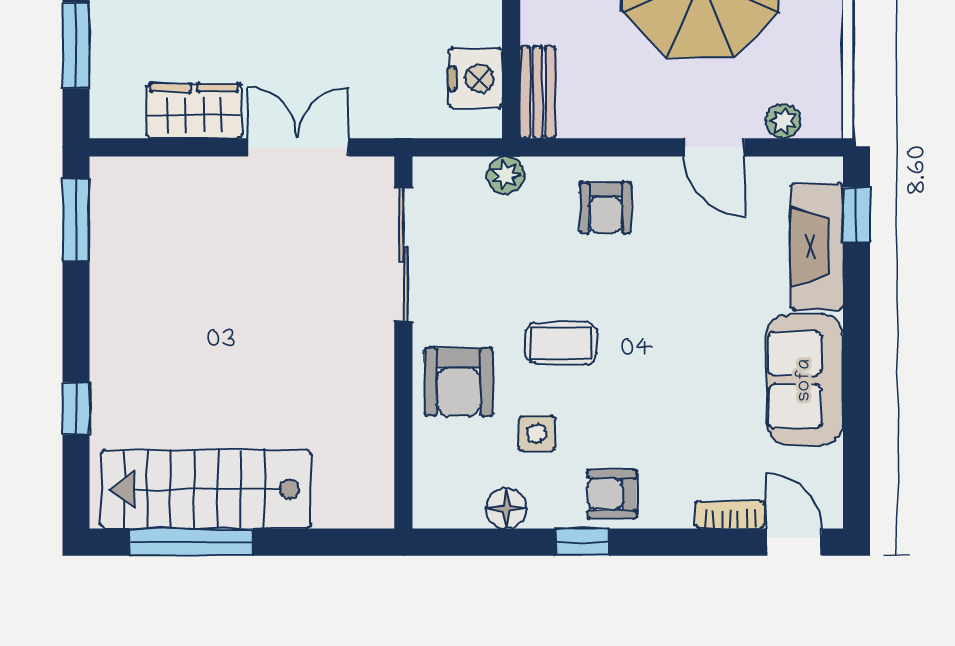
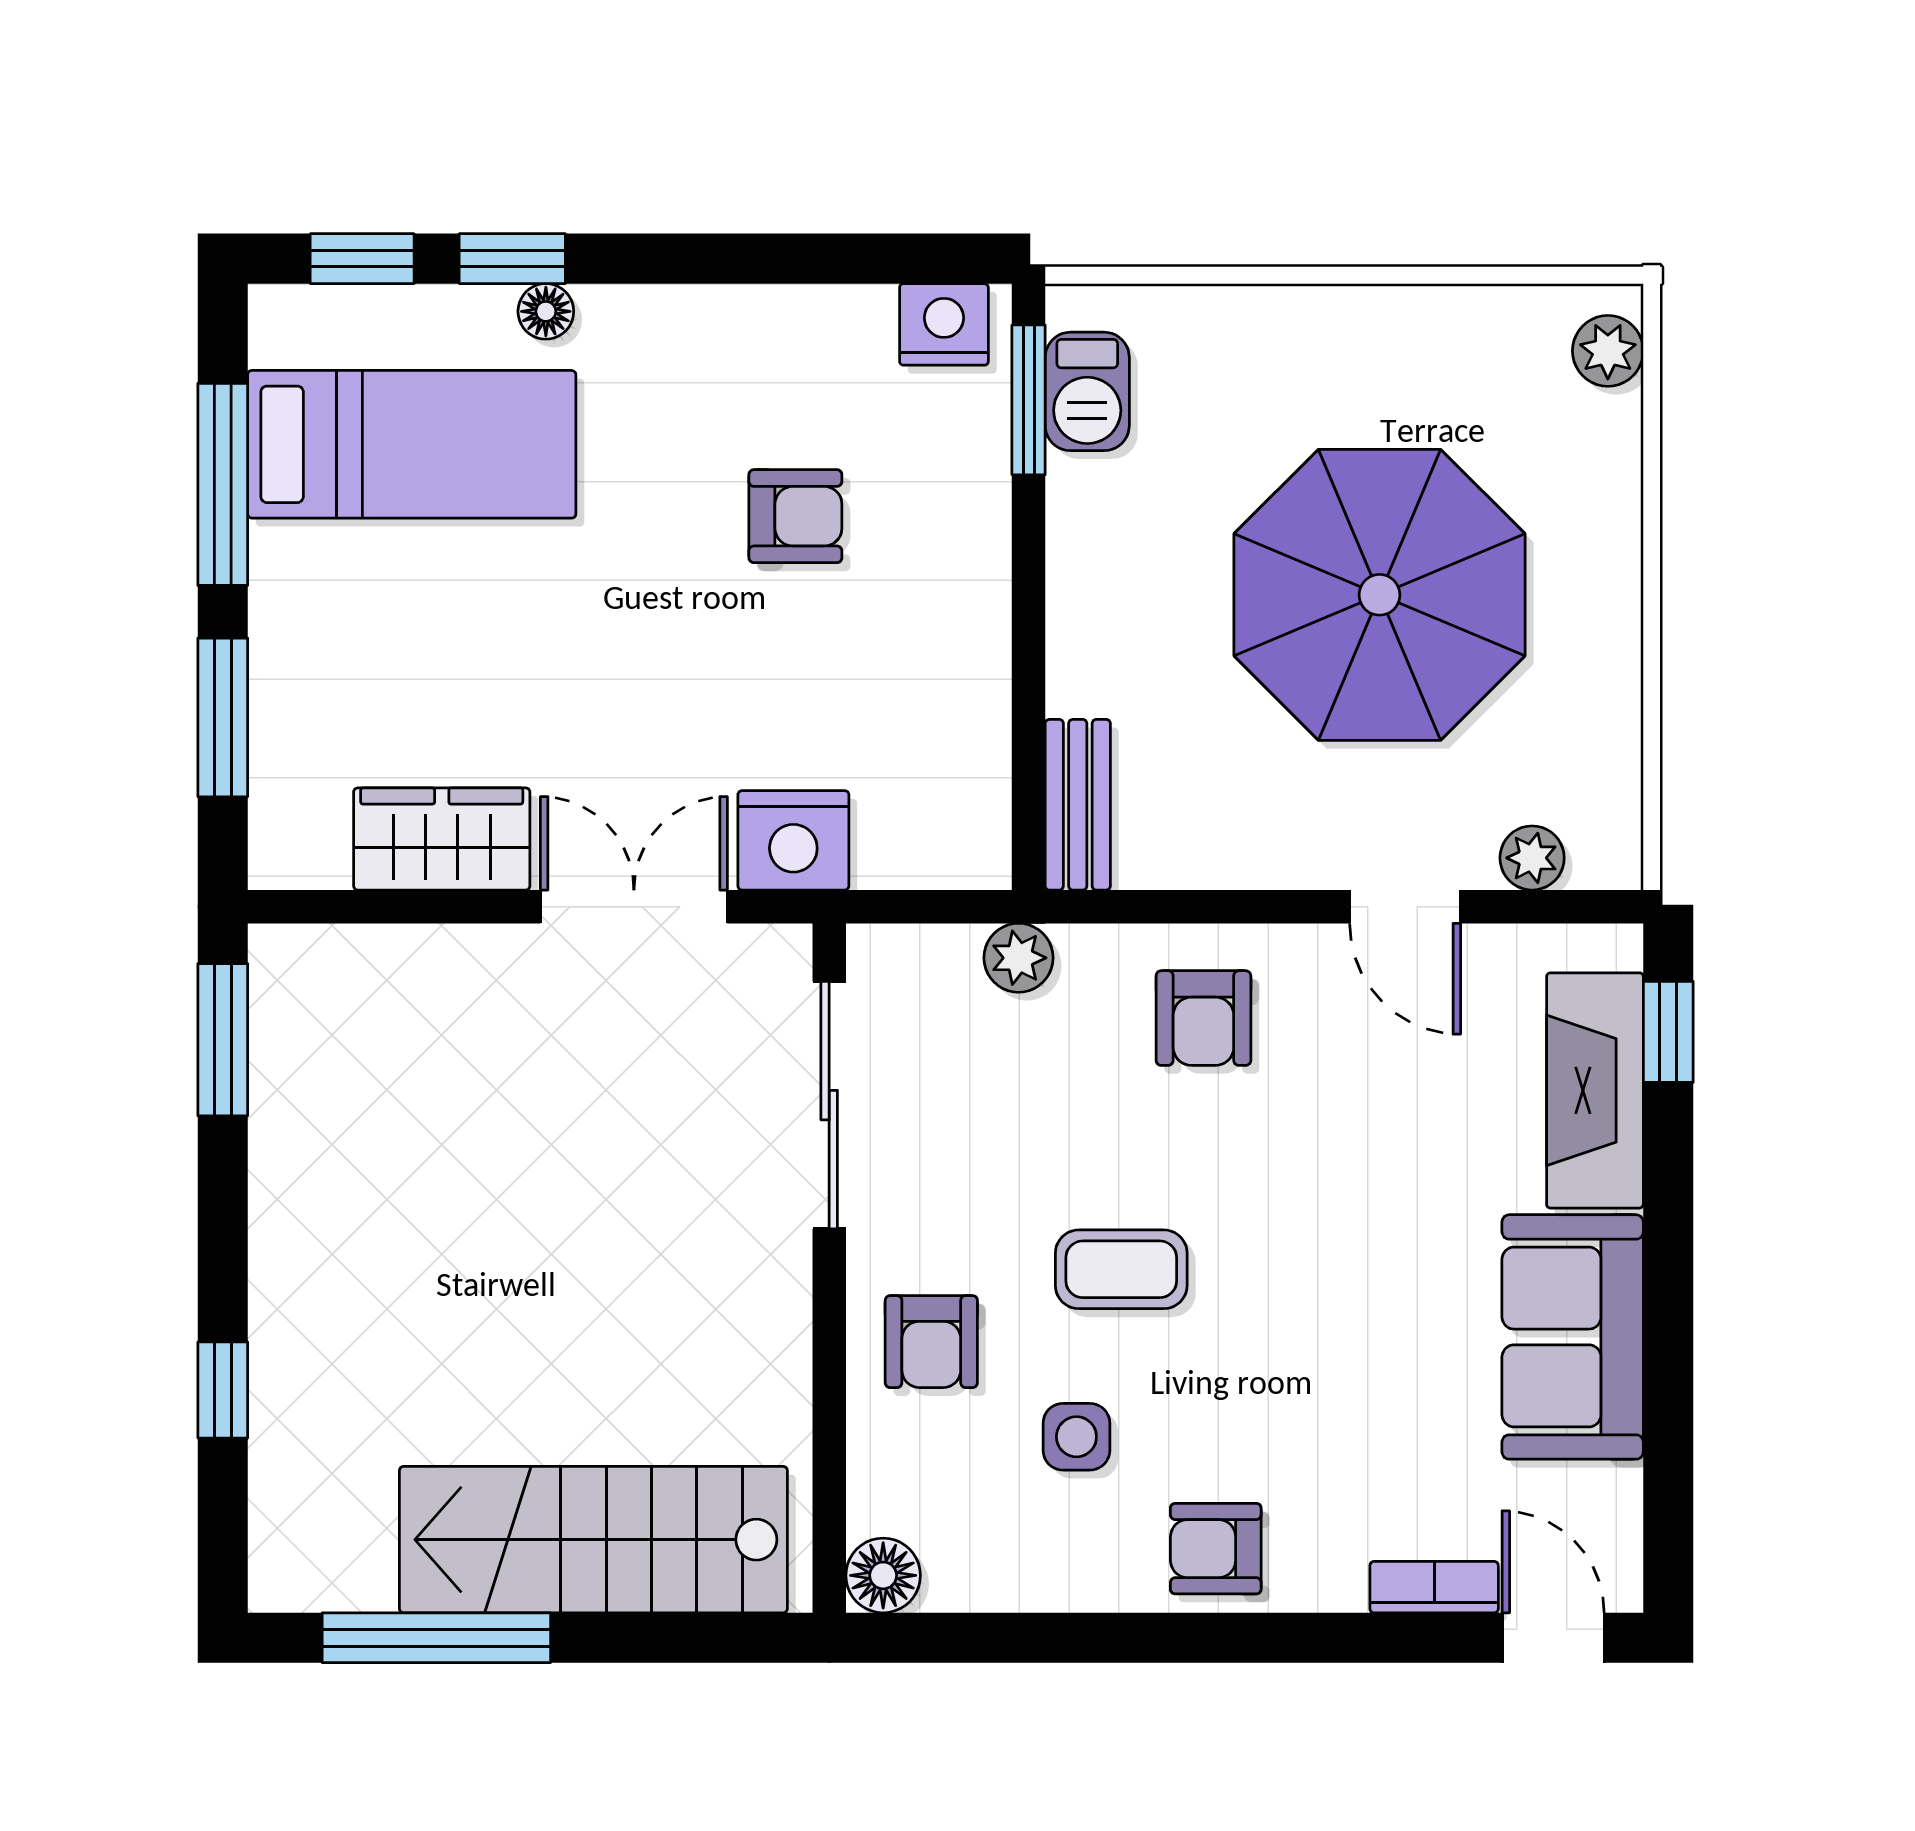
nightstand: (475, 78) -> (793, 840), moved, turned 90
armchair: (459, 382) -> (931, 1342), width x0.72, depth x0.72
stairs: (206, 489) -> (593, 1540), moved
floor lamp: (506, 508) -> (883, 1575), moved
window: (582, 542) -> (1161, 1638), removed

